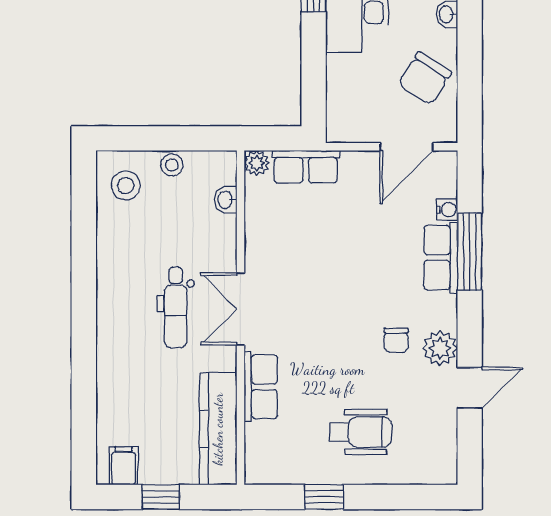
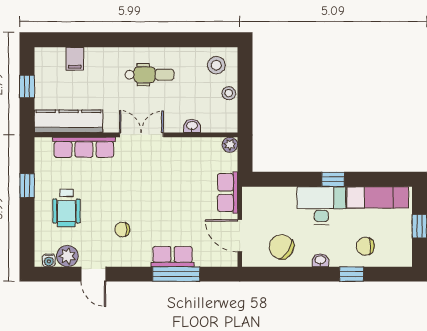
row of seats: (306, 167) -> (228, 193), moved
washbasin: (226, 200) -> (192, 126), moved
water cooler: (447, 210) -> (49, 260), moved
dental chair: (176, 307) -> (149, 75), moved, turned 180
plant: (440, 348) -> (67, 256), moved
row of seats: (261, 387) -> (84, 147), width x1.48
filing cabinet: (124, 466) -> (75, 59), moved, turned 90

